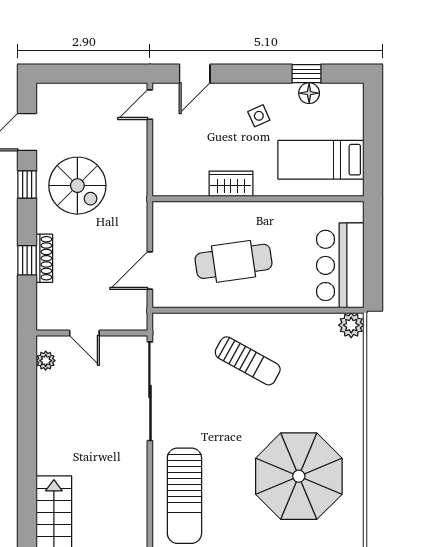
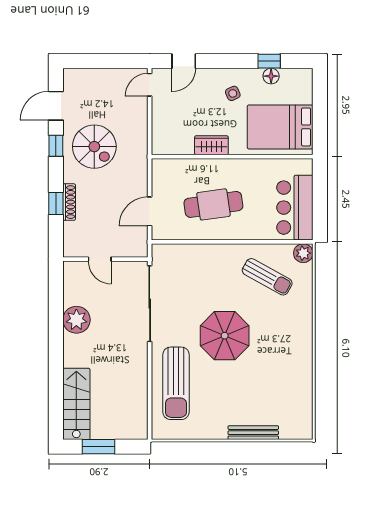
bed: (321, 160) -> (280, 127), width x1.50
plant: (46, 361) -> (76, 320), moved, width x1.87, depth x1.87
sun lounger: (248, 361) -> (267, 277), moved
parasol: (299, 476) -> (225, 336), moved, width x0.73, depth x0.73

